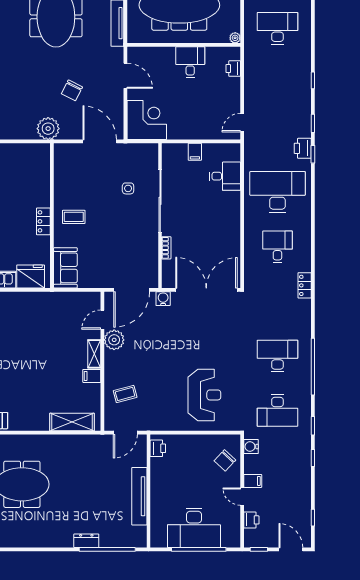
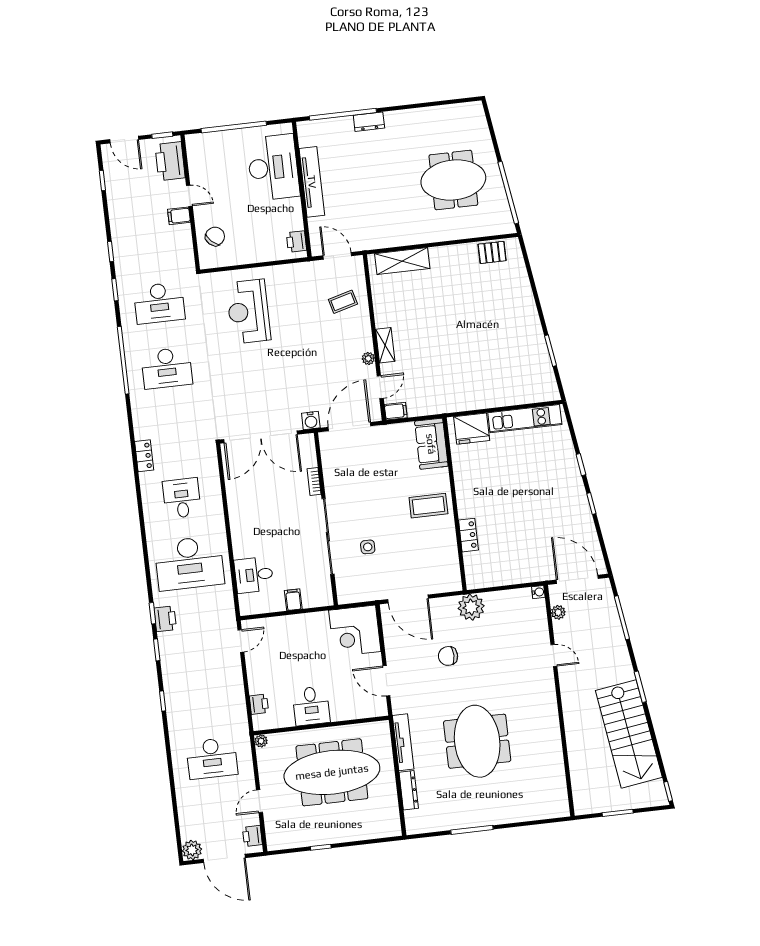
chair: (72, 90) -> (448, 656), turned -117
coffee table: (74, 217) -> (428, 506), width x1.36, depth x1.30
locker: (43, 221) -> (468, 535), moved
desk: (277, 247) -> (182, 498), turned 180
plant: (114, 340) -> (368, 358), width x0.53, depth x0.53
filing cabinet: (92, 376) -> (396, 411), moved
desk: (277, 411) -> (159, 303), turned 180
door: (125, 433) -> (337, 256), hinge flipped
water cooler: (251, 447) -> (186, 257), removed
printer: (251, 520) -> (170, 161), width x1.87, depth x1.48
desk: (194, 528) -> (273, 167), moved, turned 90

